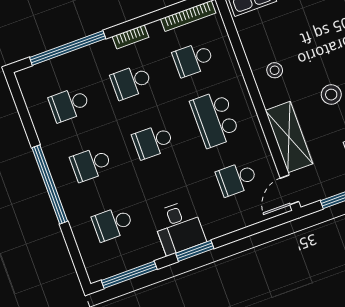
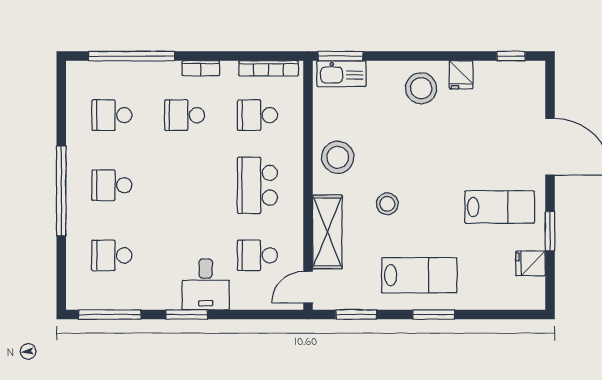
stool: (275, 70) -> (338, 157), width x1.89, depth x1.89
school desk: (153, 142) -> (185, 185), removed
desk: (179, 228) -> (206, 284), moved

